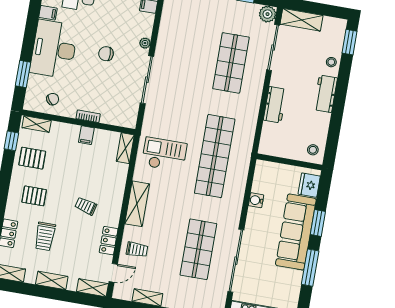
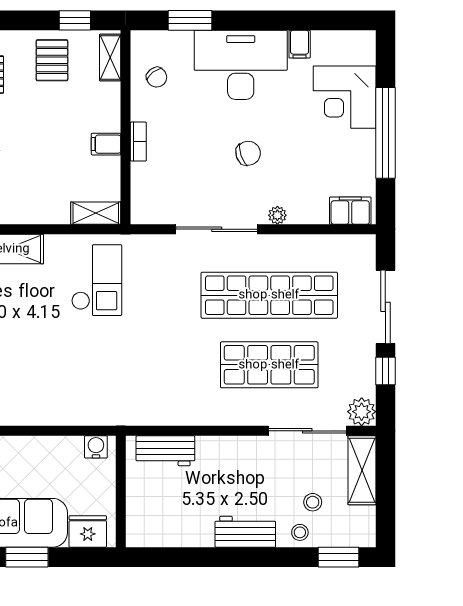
chair: (106, 54) -> (248, 153), turned 71
workbench: (275, 105) -> (165, 451), moved
stool: (313, 150) -> (313, 502), moved
shop shelf: (215, 156) -> (269, 295), moved
water cooler: (256, 200) -> (96, 447), moved

